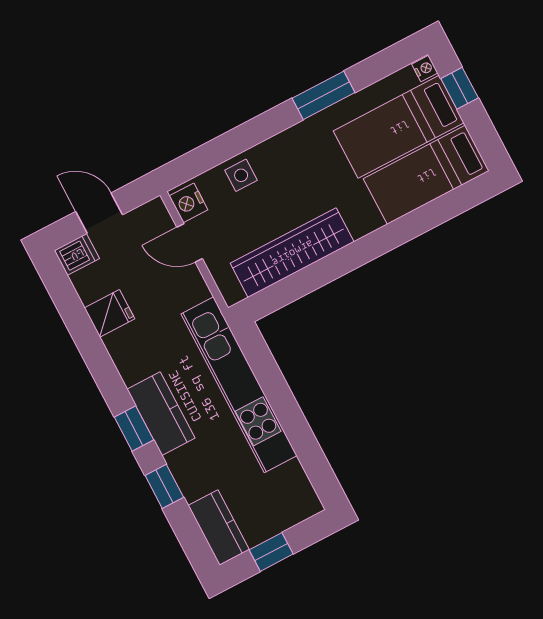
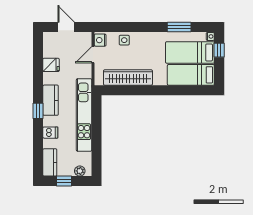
window: (323, 95) -> (179, 27), moved
door: (190, 243) -> (93, 55), hinge flipped
dishwasher: (77, 254) -> (50, 133), moved
kitchen counter: (161, 414) -> (51, 100), moved
window: (164, 486) -> (38, 137), removed
plant: (294, 512) -> (80, 171), added

